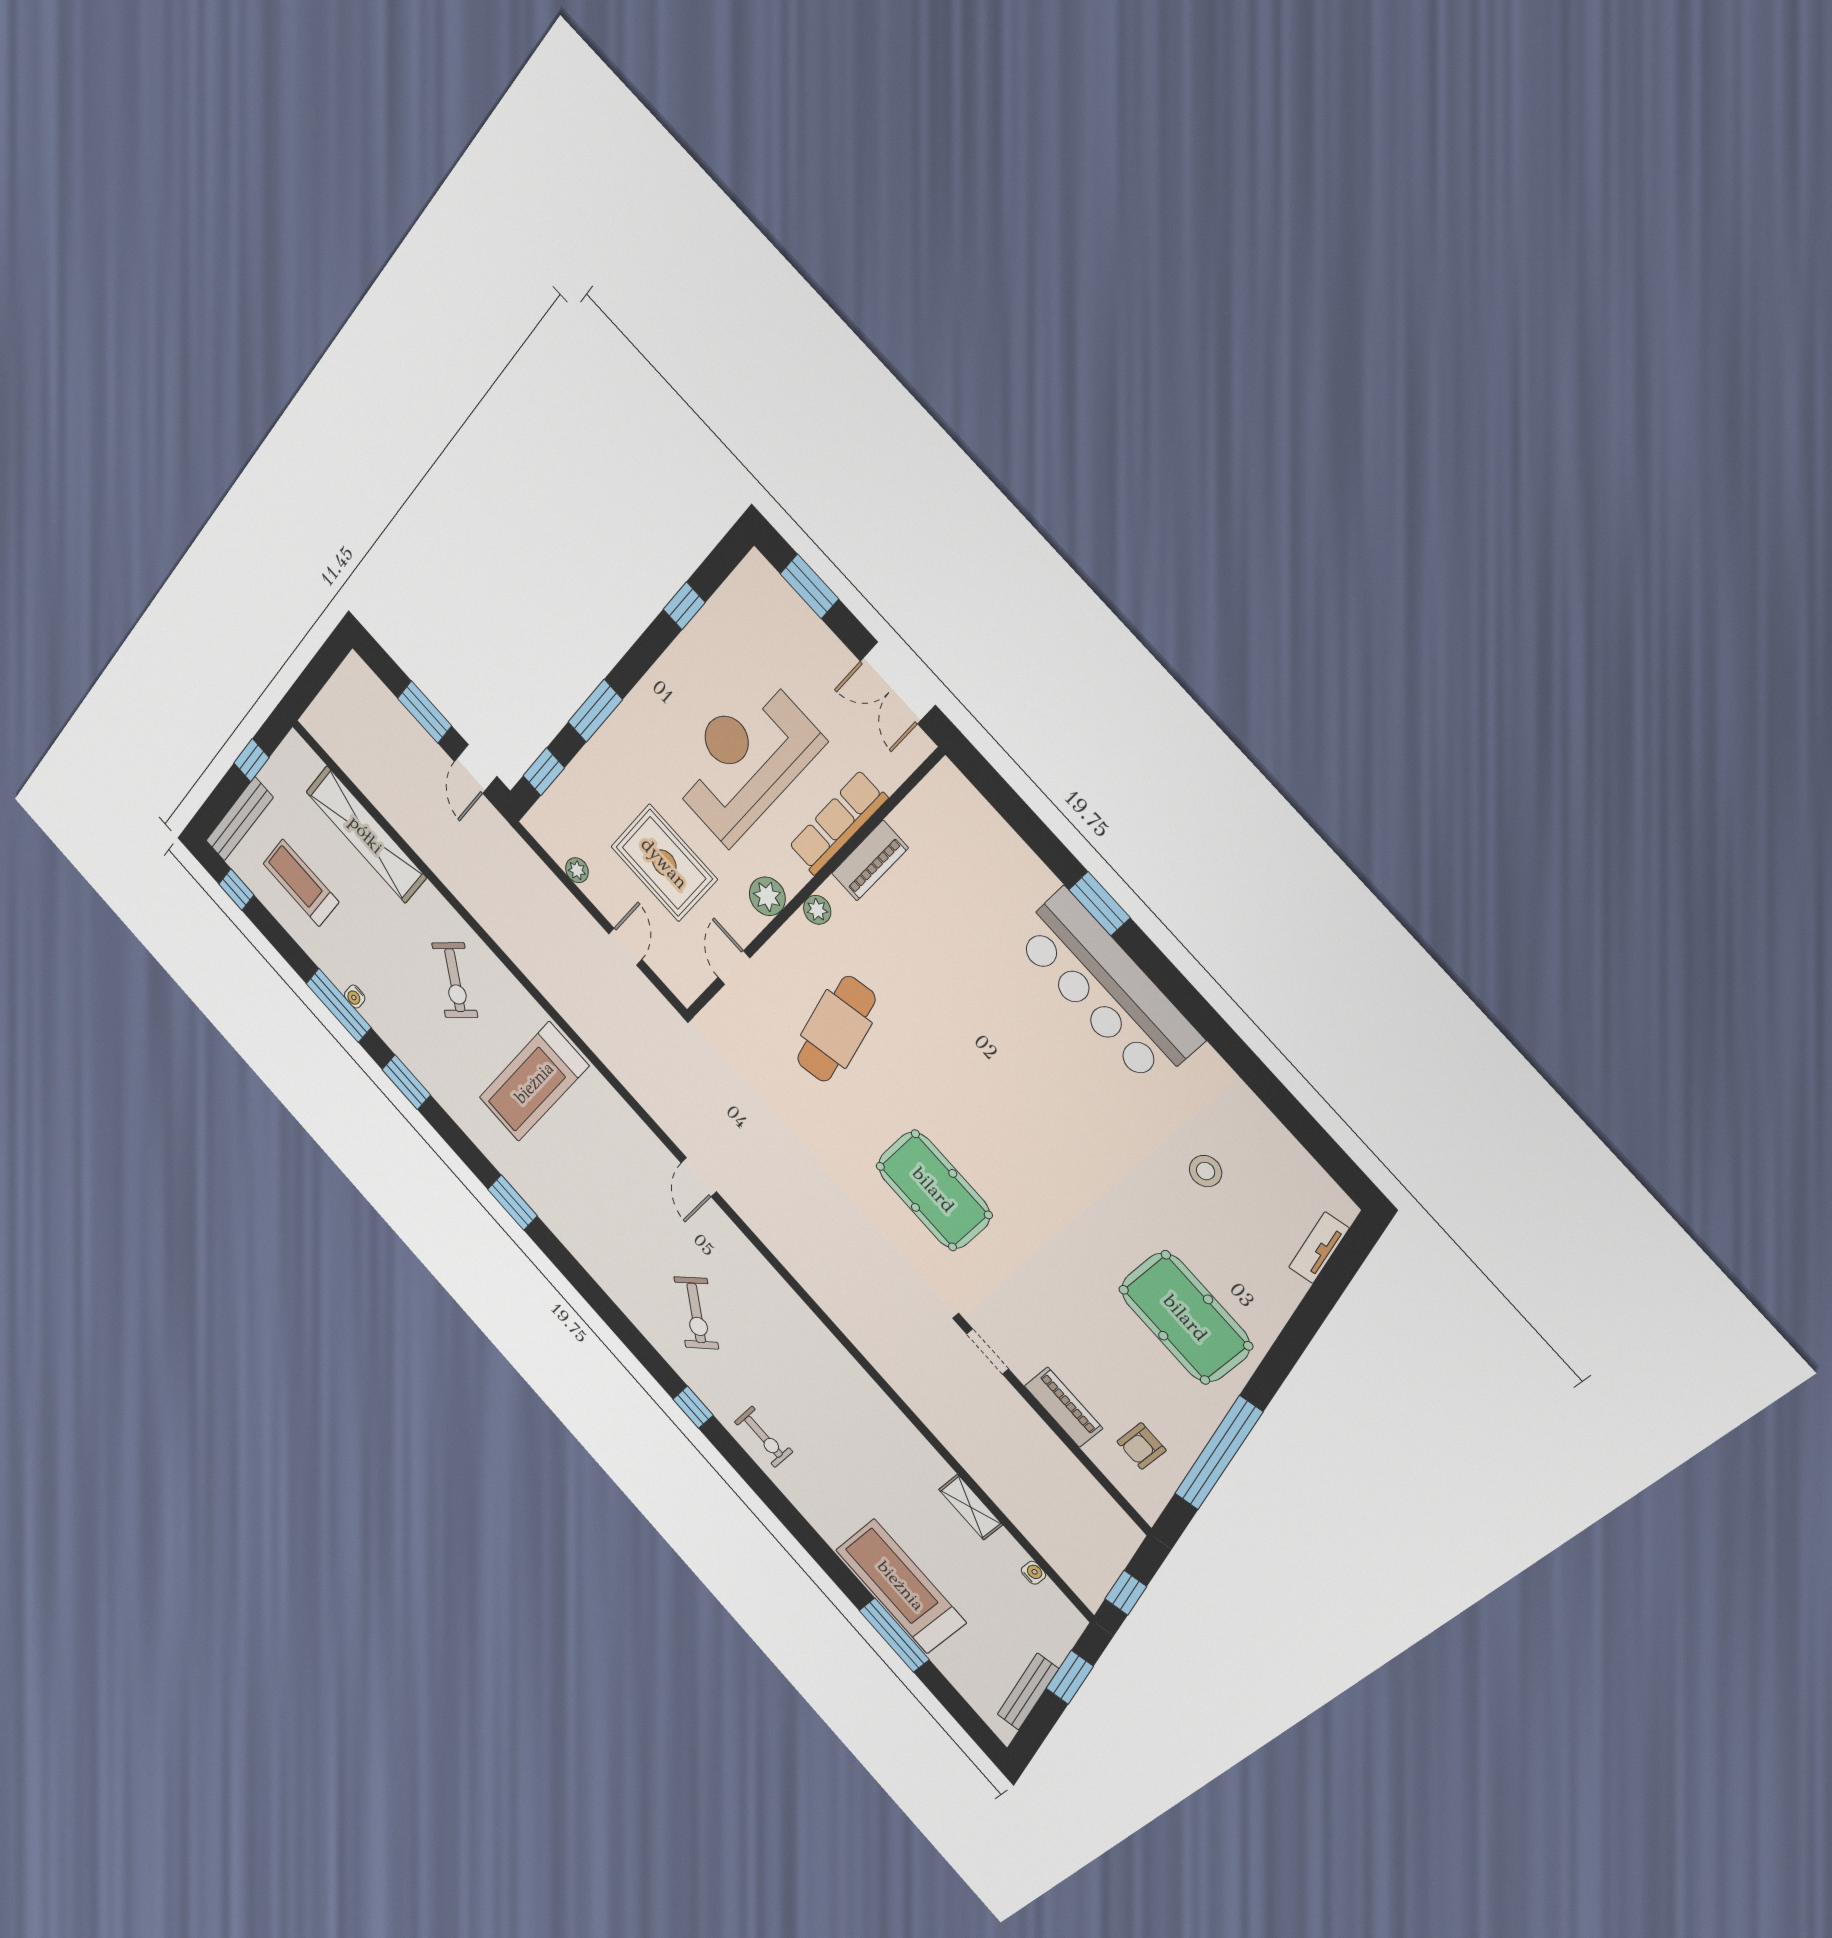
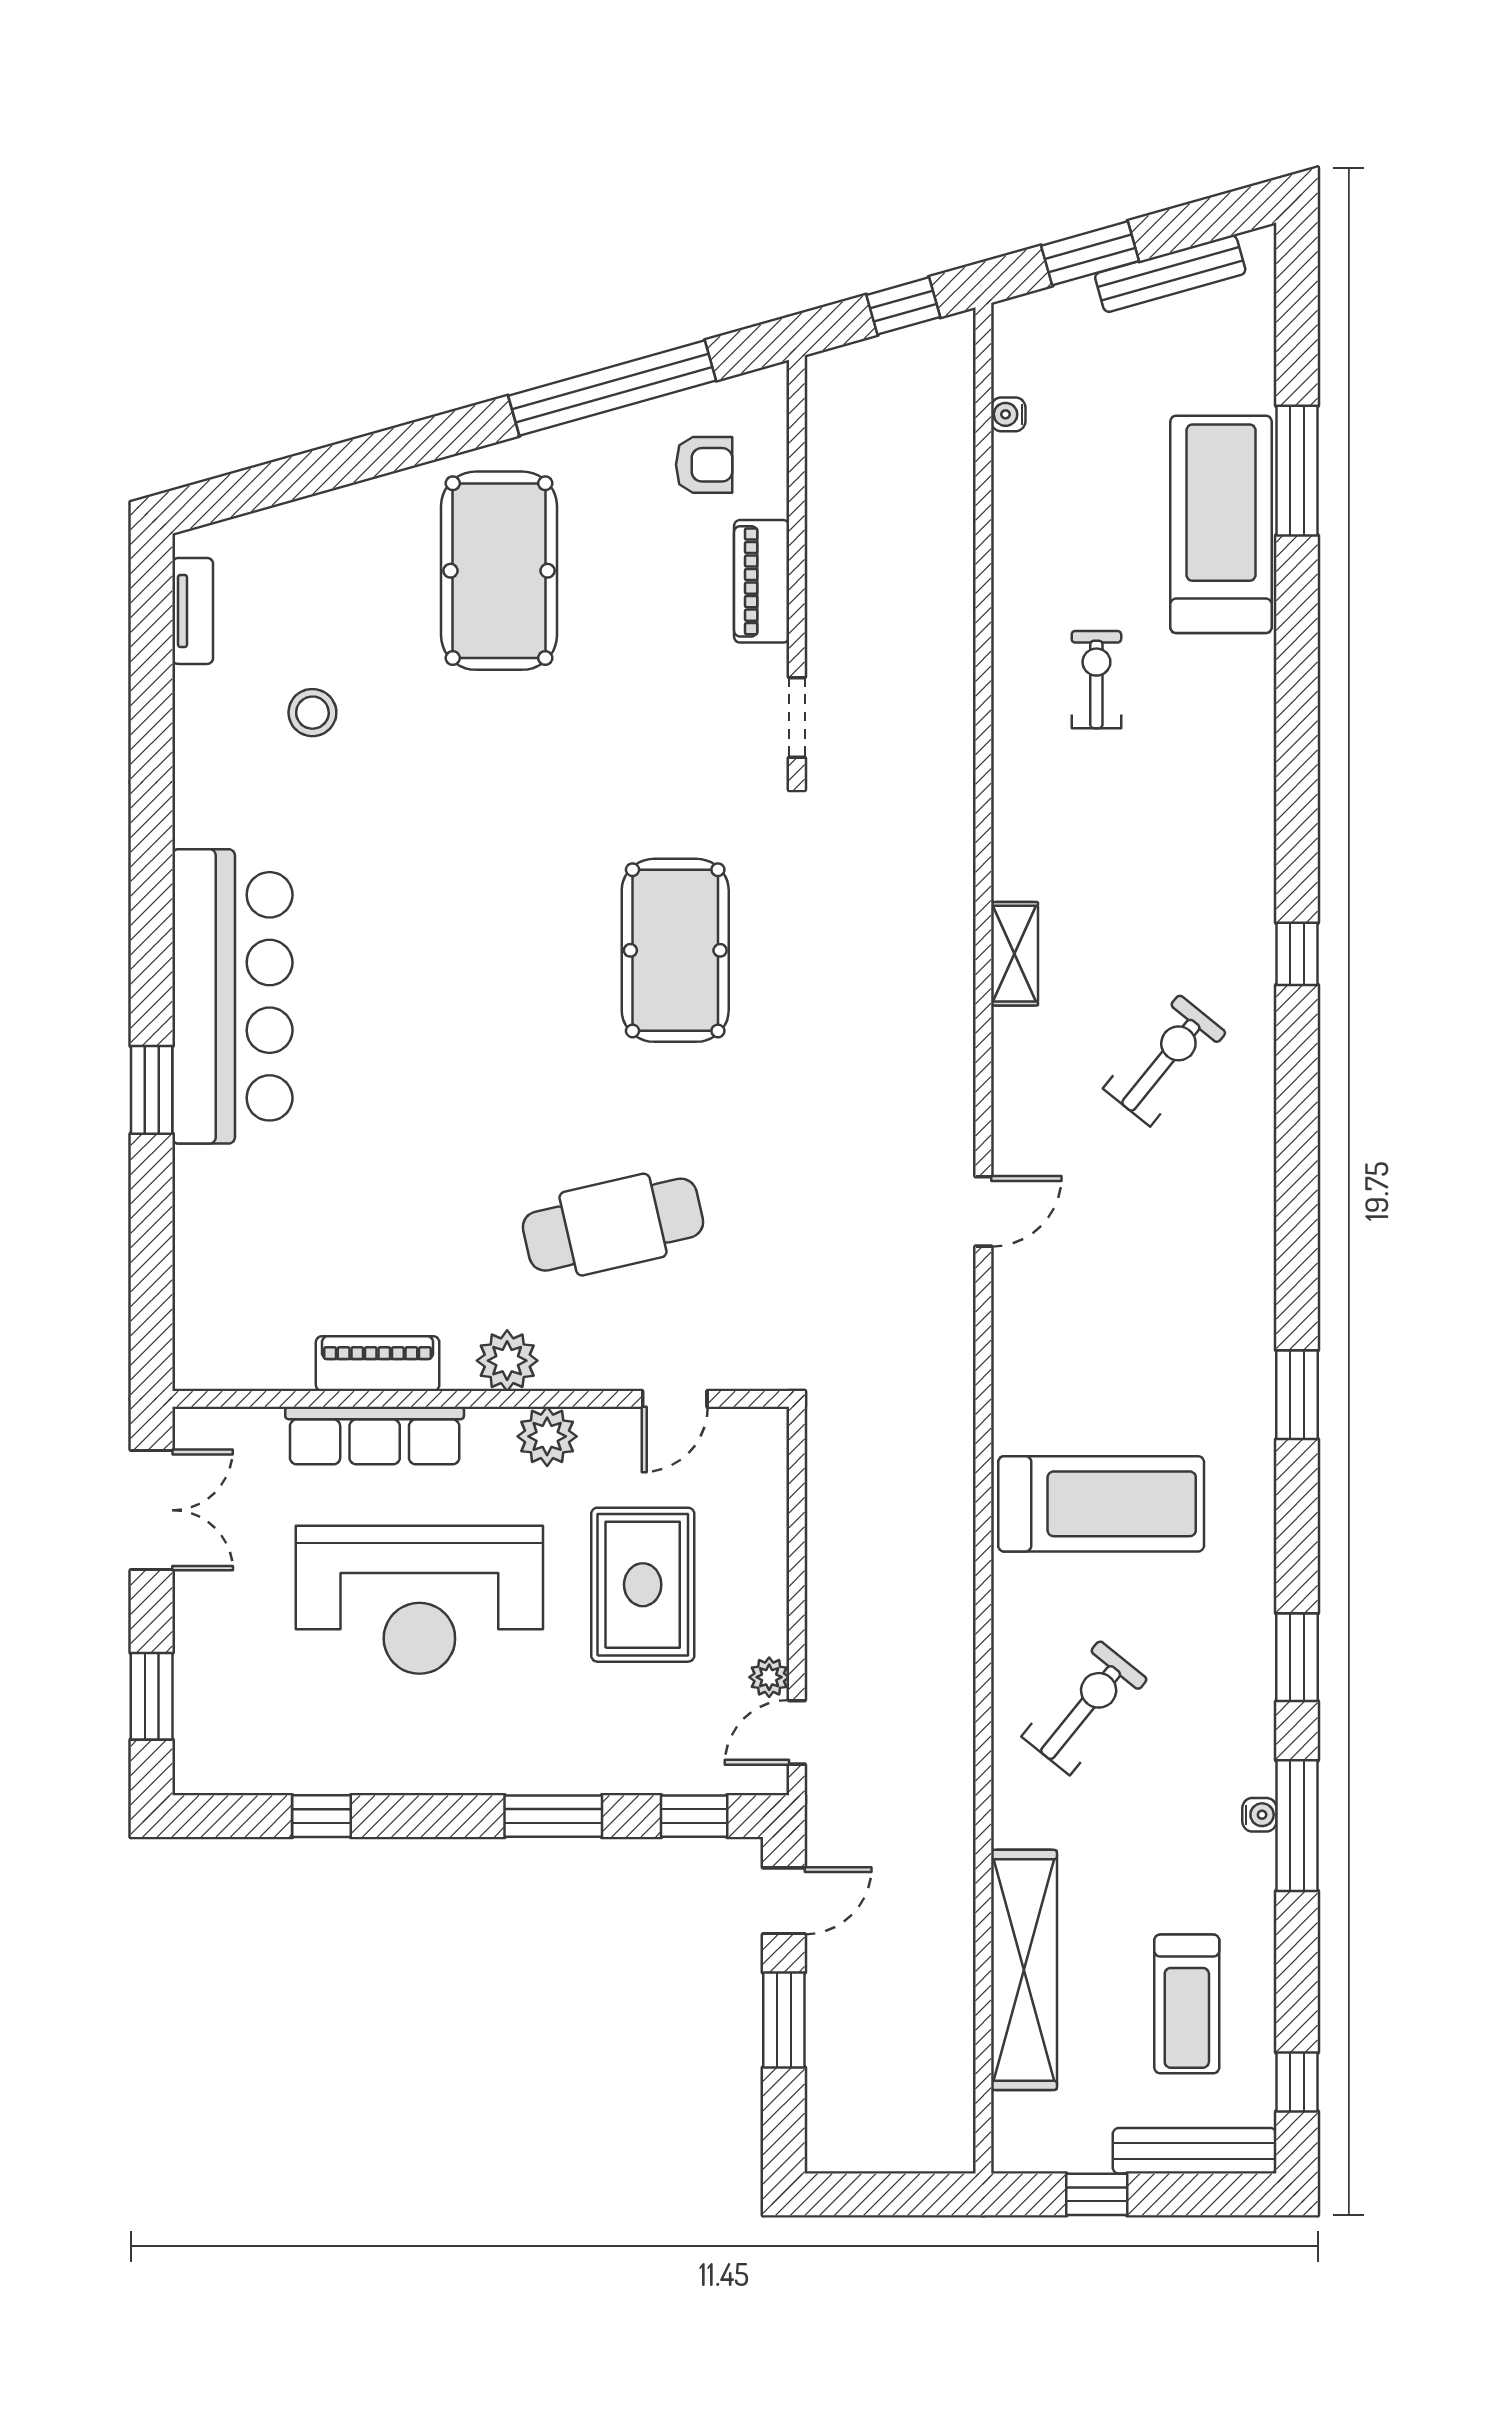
plant: (817, 910) -> (507, 1361), width x1.38, depth x1.38
door: (625, 947) -> (797, 1732), moved
tv unit: (1319, 1248) -> (193, 611), moved, turned -74
exercise bike: (764, 1437) -> (1096, 680), moved
shelving: (971, 1507) -> (1015, 954), moved
treadmill: (901, 1586) -> (1221, 524), turned 180

